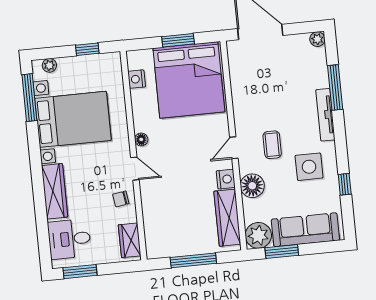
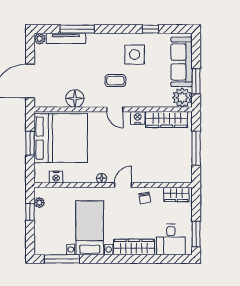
plant: (49, 65) -> (39, 203), moved
tv unit: (325, 115) -> (66, 38), moved
bed with nightstands: (73, 119) -> (90, 228), width x0.73
floor lamp: (252, 186) -> (75, 98), moved

